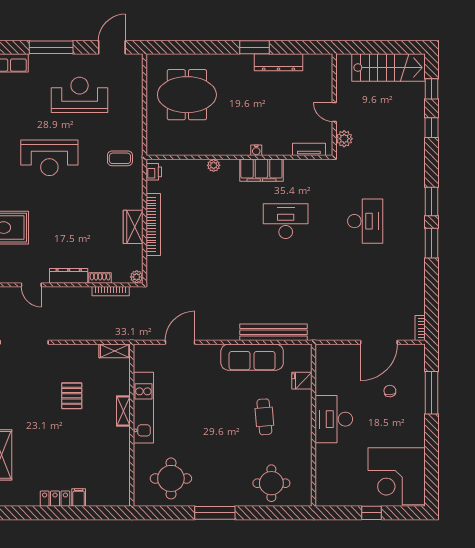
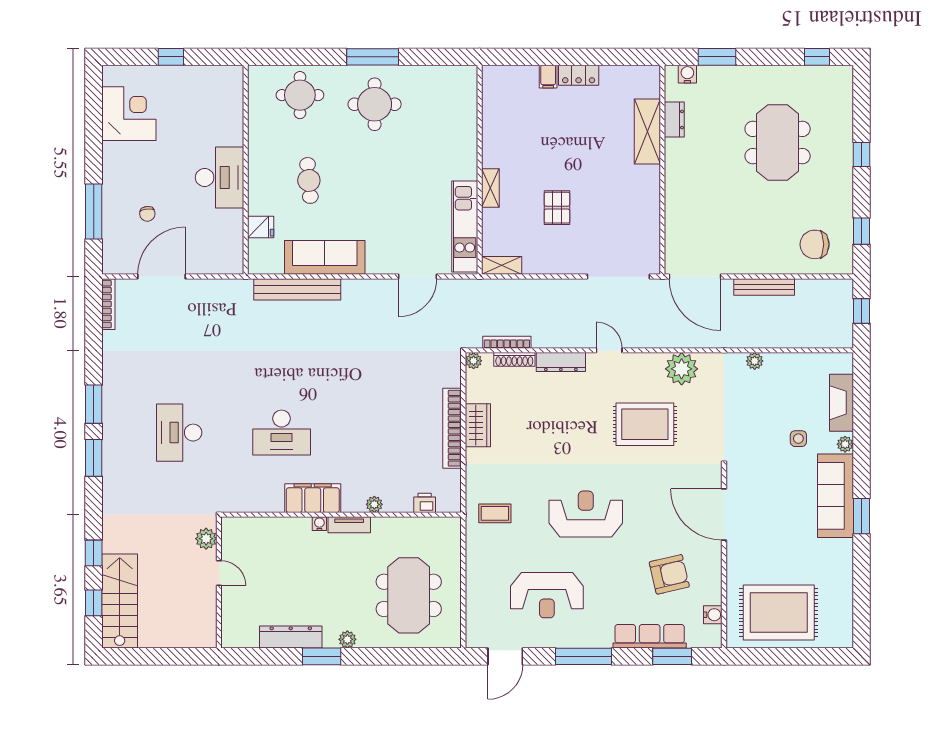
plant: (235, 60) -> (347, 639), added
stairs: (389, 68) -> (120, 601), moved, turned 90
meeting table: (187, 95) -> (409, 595), turned 90
tv unit: (309, 149) -> (349, 525), moved
printer: (154, 172) -> (425, 503), moved, turned 90
shoe rack: (100, 278) -> (514, 359), width x1.43
bookcase: (420, 328) -> (108, 304), width x1.56
kitchen unit: (143, 408) -> (465, 227), moved
corner desk: (397, 476) -> (129, 114), width x0.74, depth x0.74
round table: (171, 478) -> (375, 104), moved

